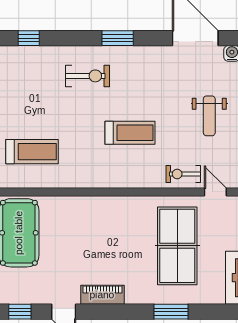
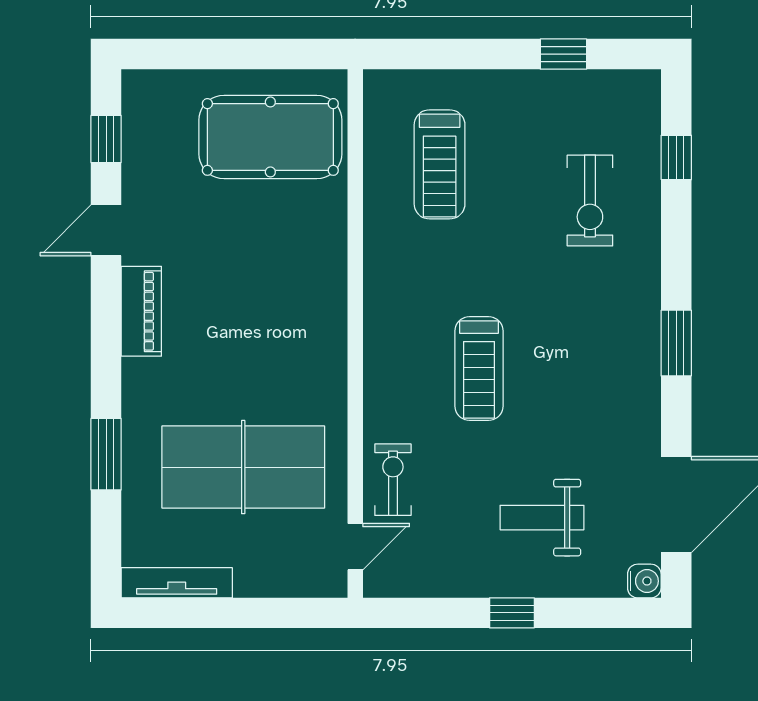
exercise bike: (87, 76) -> (590, 201), moved
weight bench: (209, 116) -> (542, 518), moved

